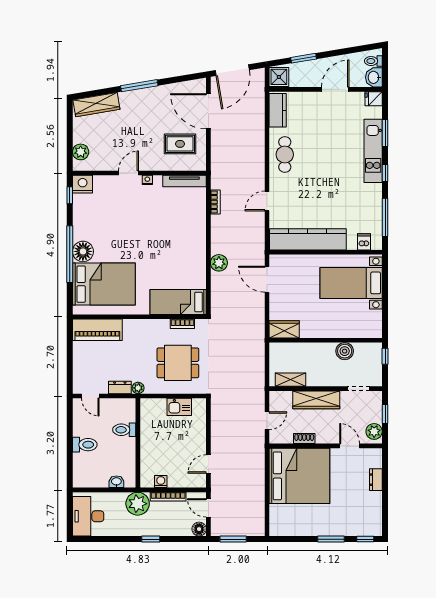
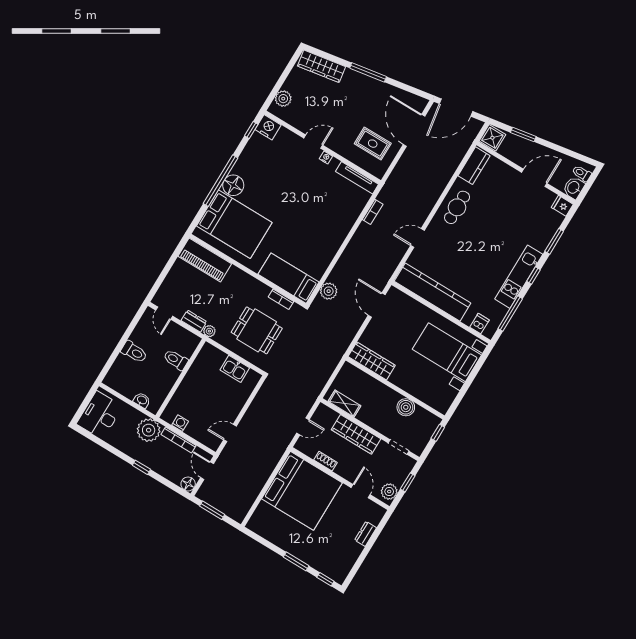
kitchen unit: (373, 151) -> (519, 277), moved
plant: (219, 263) -> (329, 291), moved
wardrobe: (284, 329) -> (372, 361), width x1.50

